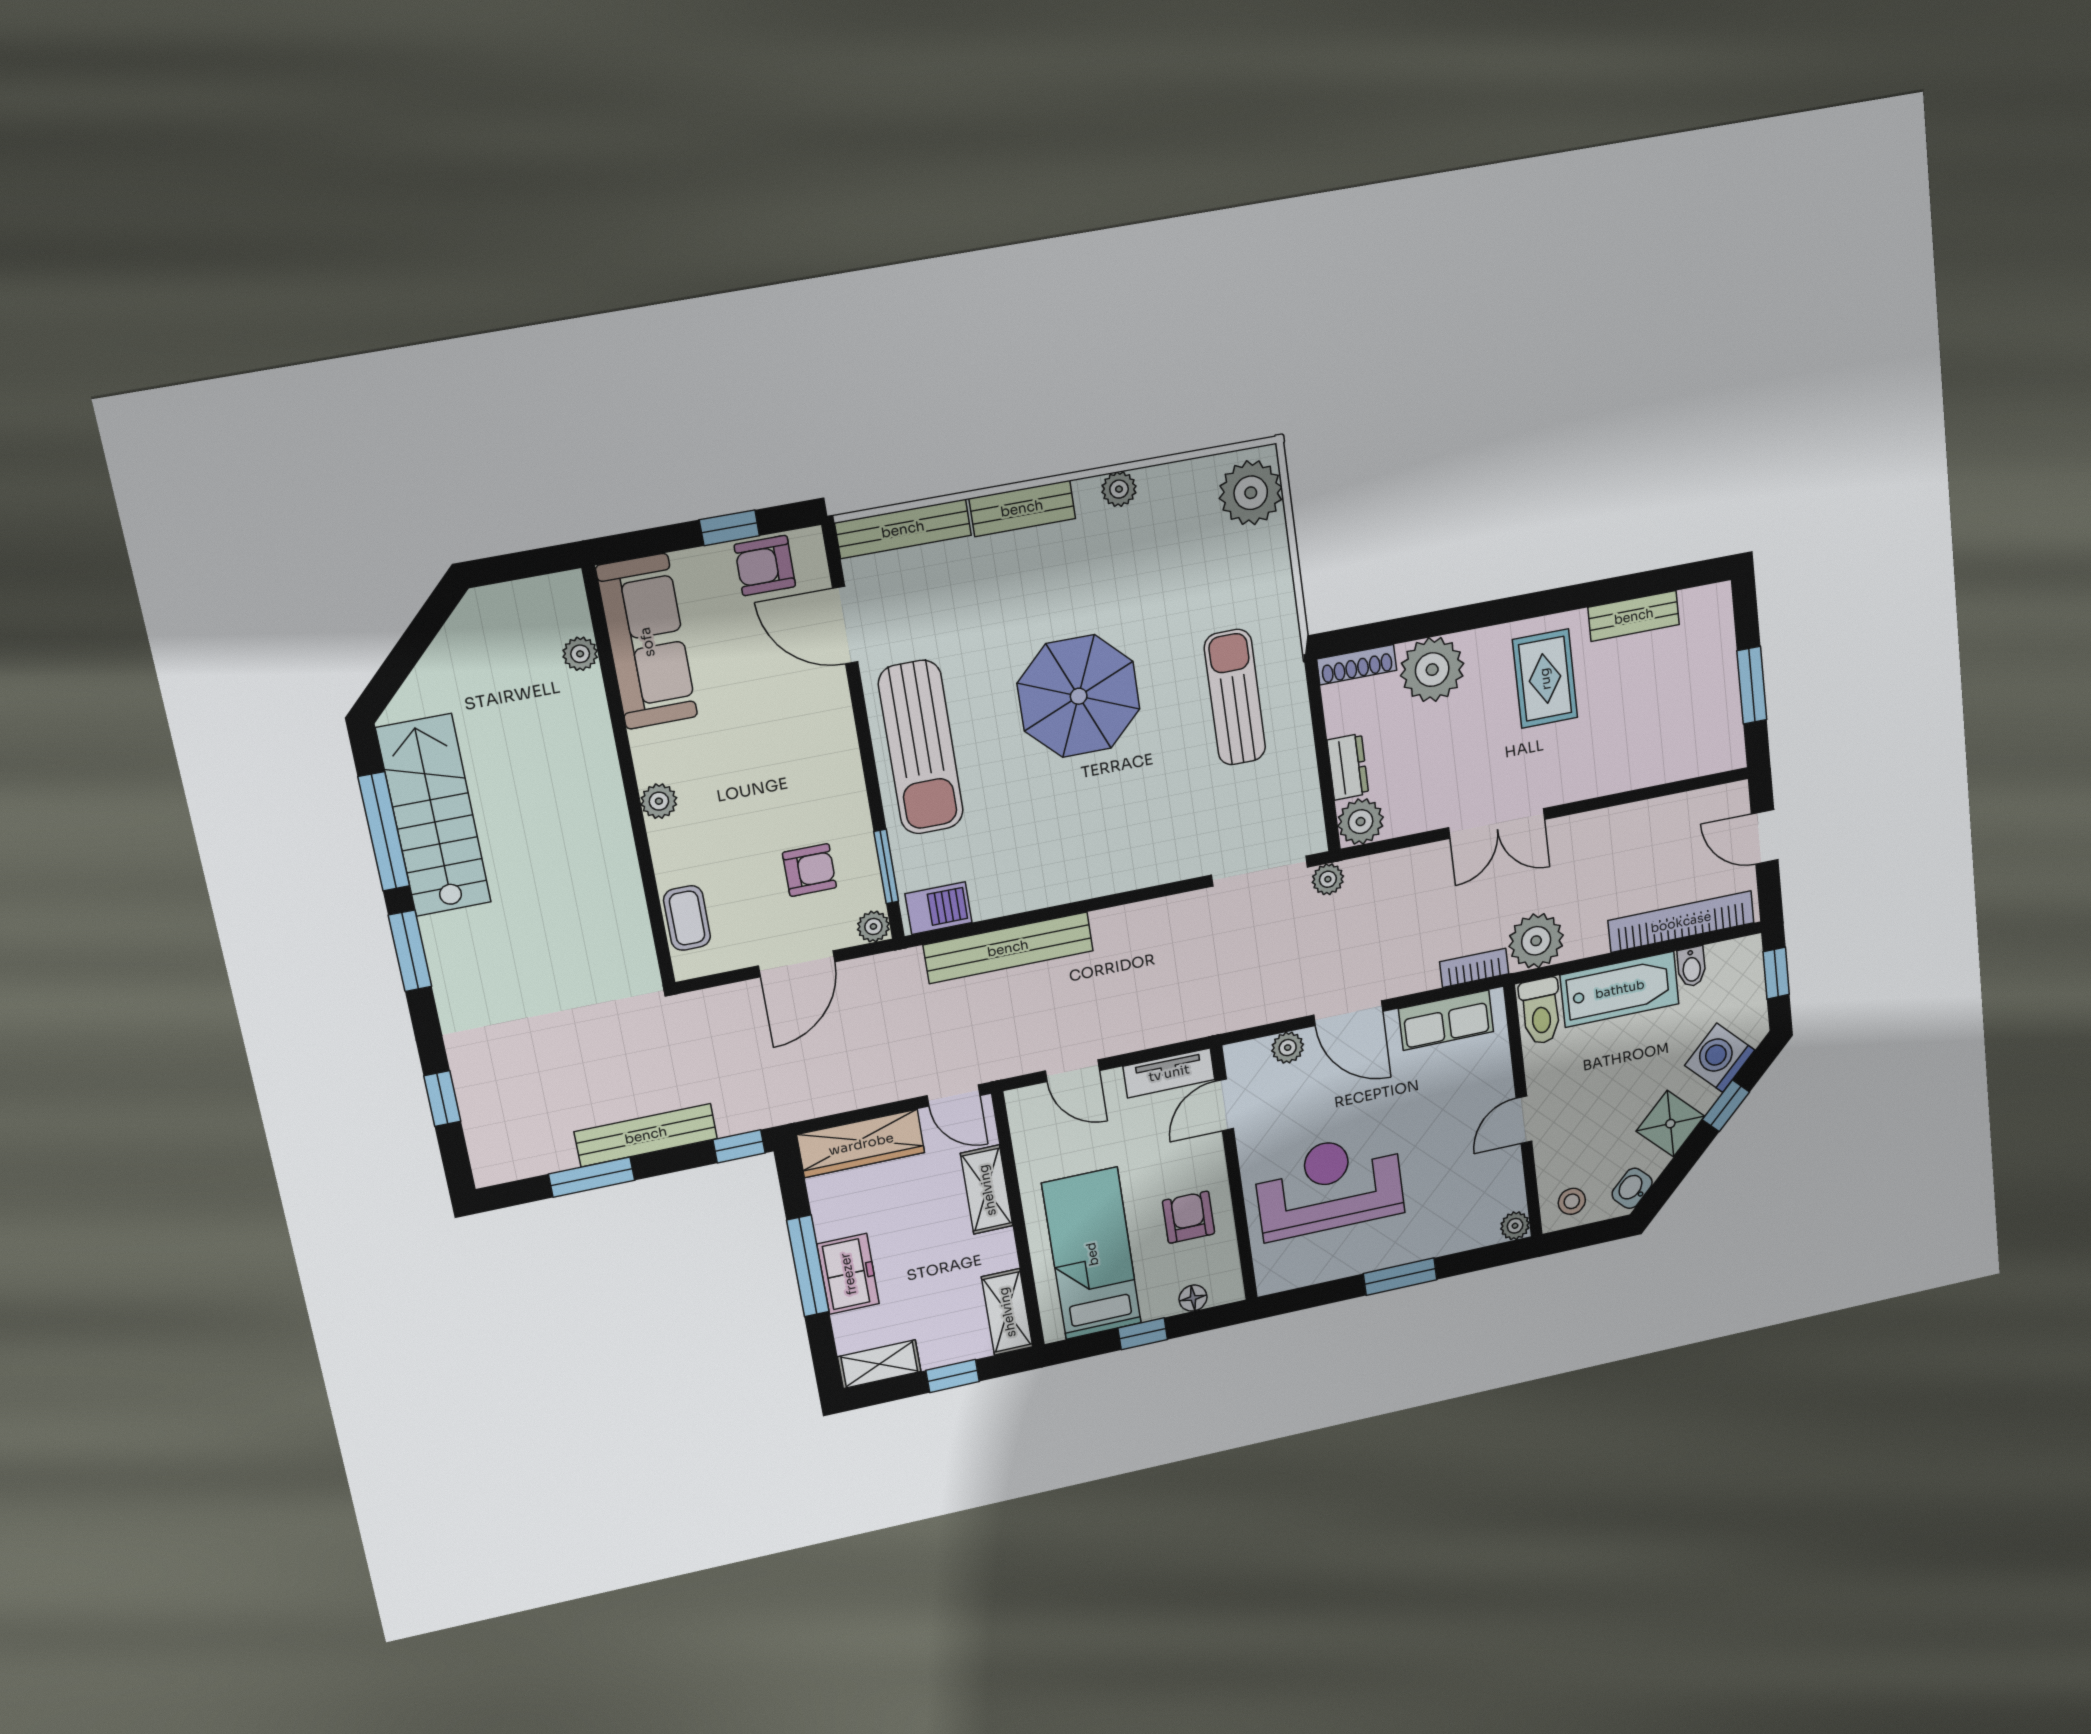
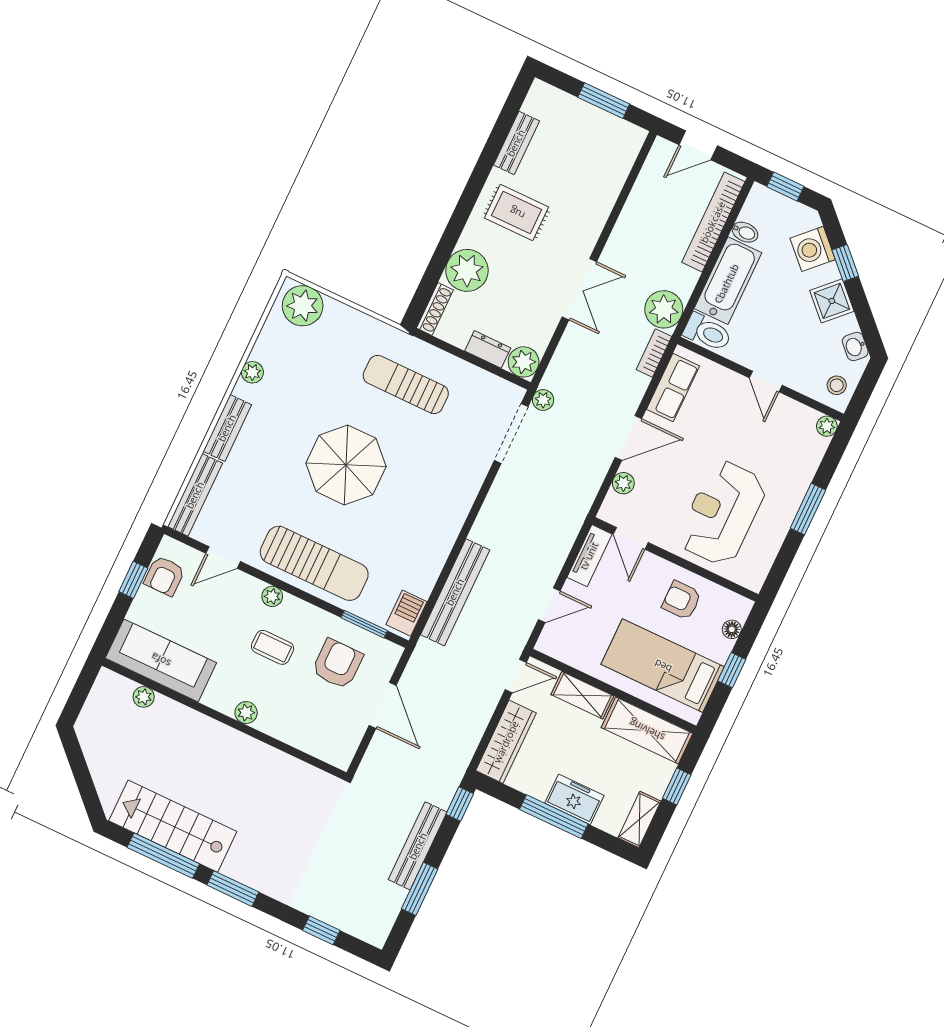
door: (845, 625) -> (223, 557), width x0.73
armchair: (809, 870) -> (337, 664), width x1.38, depth x1.38
coffee table: (687, 918) -> (273, 647), moved
plant: (873, 926) -> (272, 596), moved
shelving: (1007, 1312) -> (647, 730), width x1.50, depth x1.33

